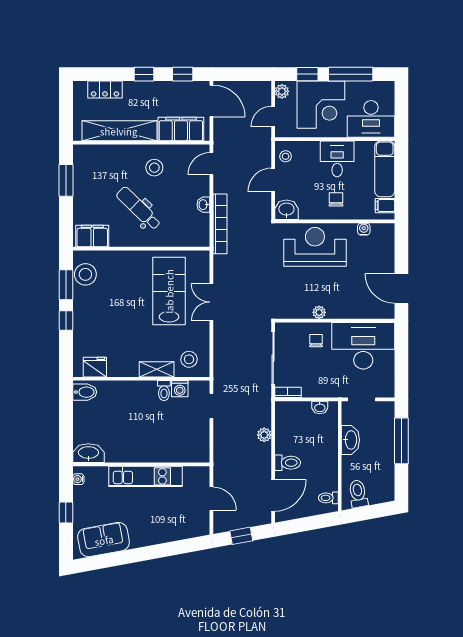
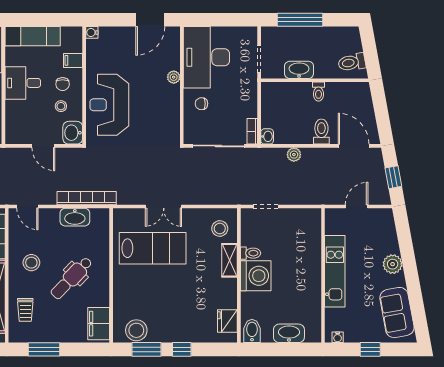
stool: (286, 156) -> (61, 106), moved
trolley: (106, 161) -> (25, 310), added
chair: (336, 199) -> (63, 84), turned -90
washbasin: (203, 205) -> (75, 217), width x1.91, depth x1.45
filing cabinet: (385, 206) -> (73, 60), moved, turned 90
water cooler: (364, 229) -> (92, 32), moved
lab bench: (169, 291) -> (153, 248), turned 180
plant: (319, 312) -> (174, 77), moved
washing machine: (180, 389) -> (256, 276), moved, width x1.89, depth x1.89
washbasin: (320, 407) -> (267, 136), moved
washbasin: (88, 453) -> (289, 333), moved, turned 90
toilet: (328, 498) -> (318, 92), moved
plant: (153, 535) -> (393, 264), added

